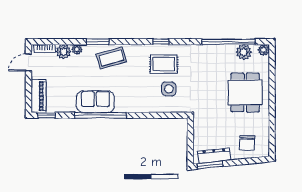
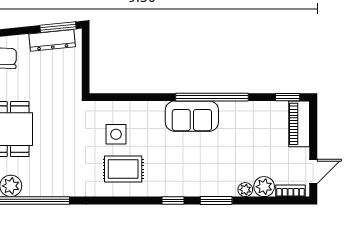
window: (161, 42) -> (173, 201), moved
coffee table: (111, 58) -> (197, 178), removed
sofa: (95, 102) -> (192, 116), moved

